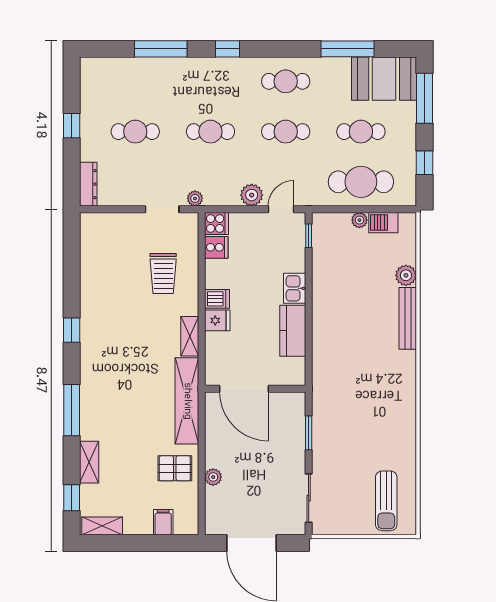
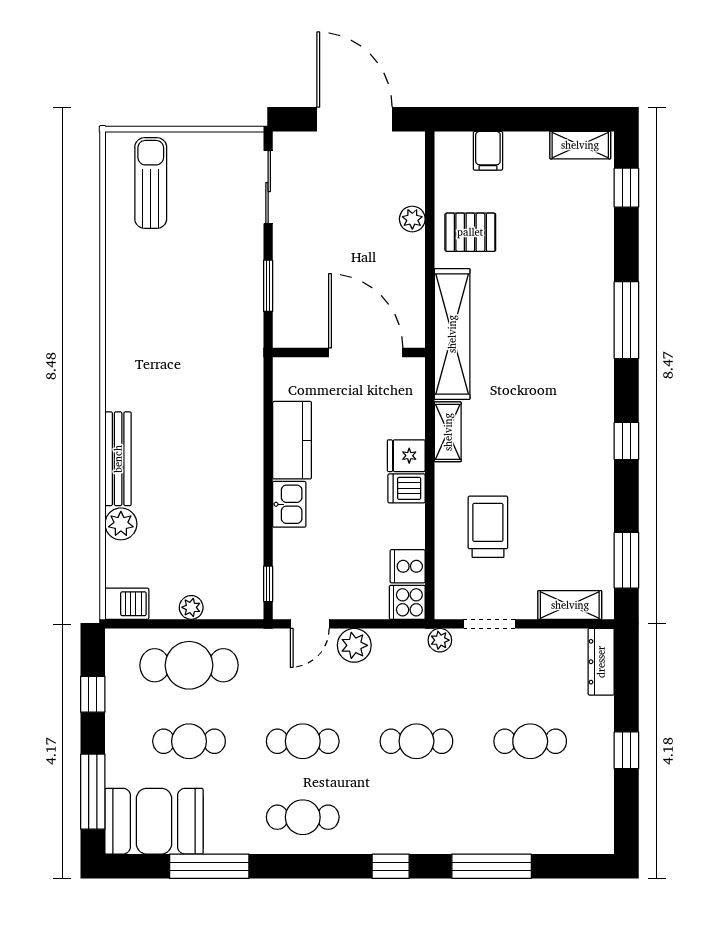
barbecue: (383, 223) -> (127, 604), moved
window: (72, 251) -> (626, 560), added
shelving: (89, 462) -> (570, 605), moved, turned 90

